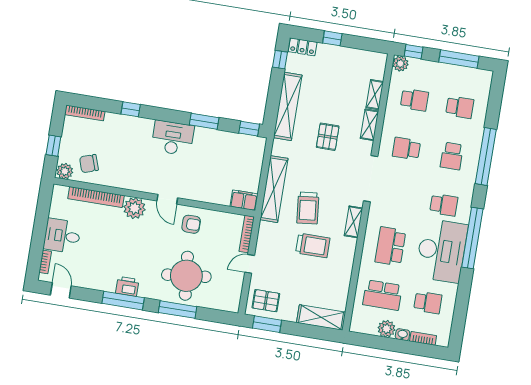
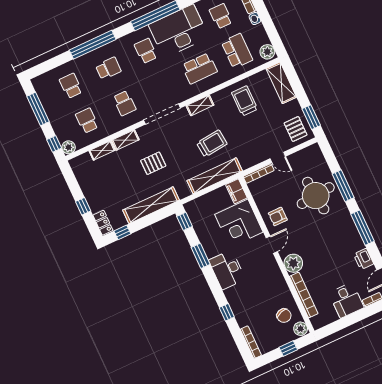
corner desk: (211, 181) -> (239, 223), added
armchair: (191, 224) -> (278, 216), turned -90
trolley: (313, 245) -> (245, 101), moved
printer: (127, 286) -> (364, 259), moved
plant: (386, 329) -> (267, 52), moved

